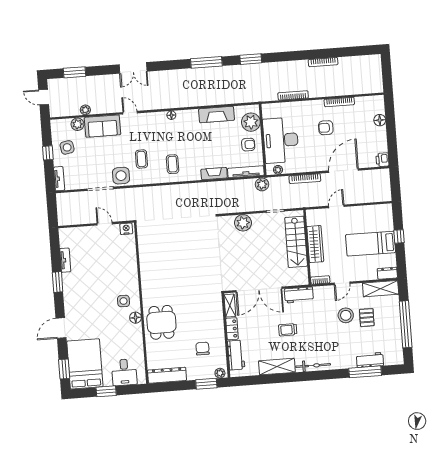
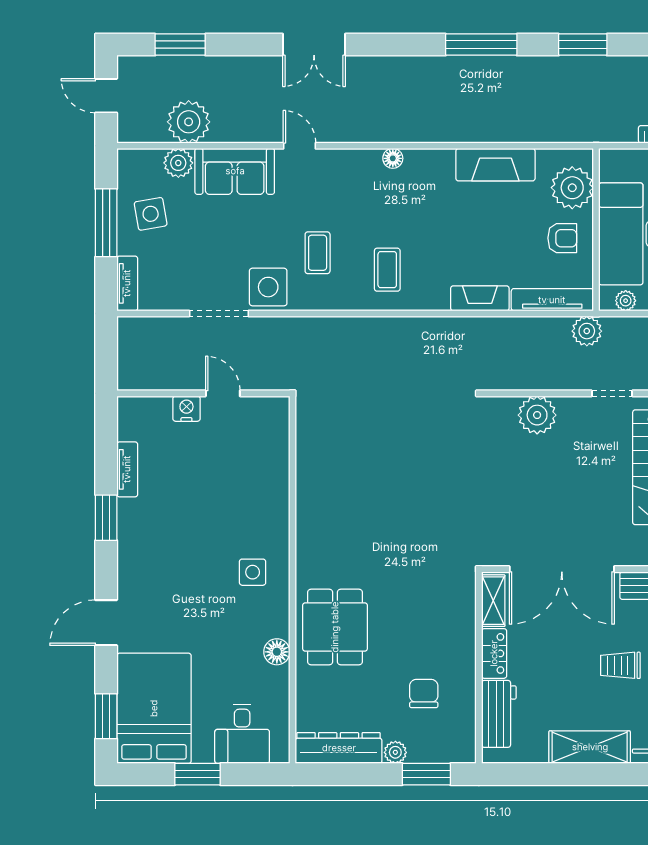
plant: (85, 110) -> (189, 122), width x1.87, depth x1.87
window: (48, 153) -> (106, 223), width x2.17
nightstand: (126, 229) -> (186, 409), moved
floor lamp: (135, 318) -> (277, 652), moved
plant: (220, 373) -> (395, 752), moved

